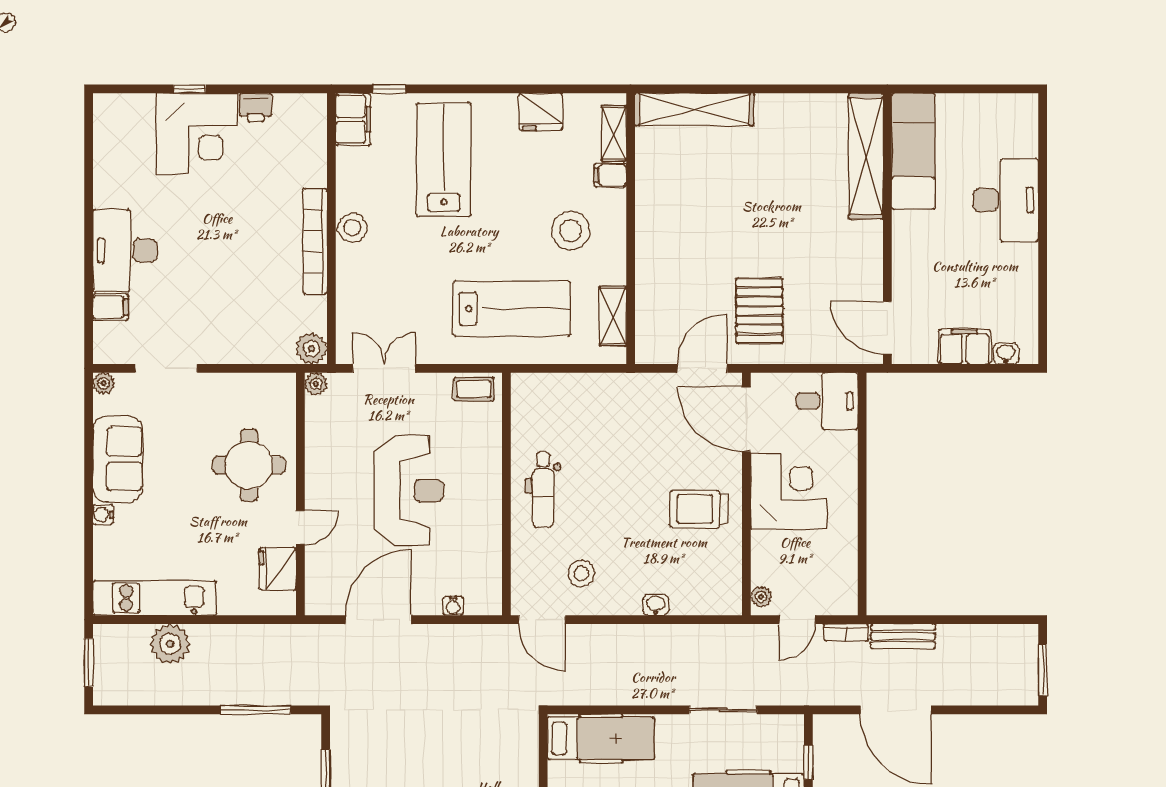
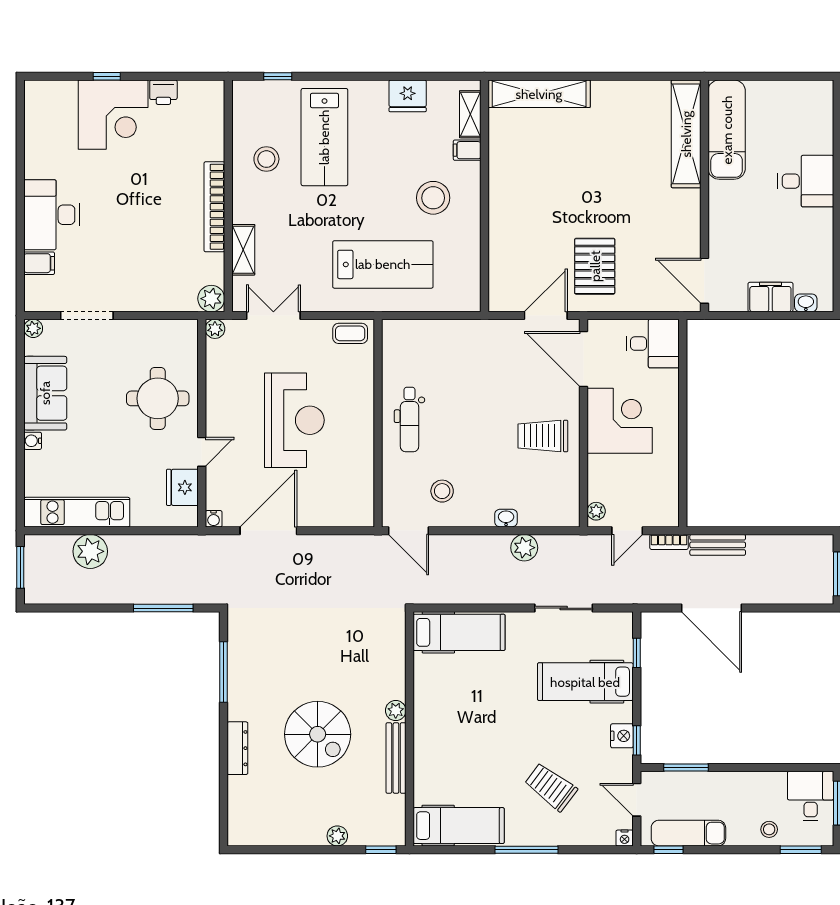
filing cabinet: (353, 119) -> (247, 102), removed
lab bench: (444, 160) -> (324, 137), turned 180
desk: (1006, 200) -> (806, 181), width x0.73
stool: (352, 228) -> (266, 159), moved
shelving: (613, 316) -> (243, 250), moved
water cooler: (453, 606) -> (214, 519), moved
plant: (677, 639) -> (524, 548), added

